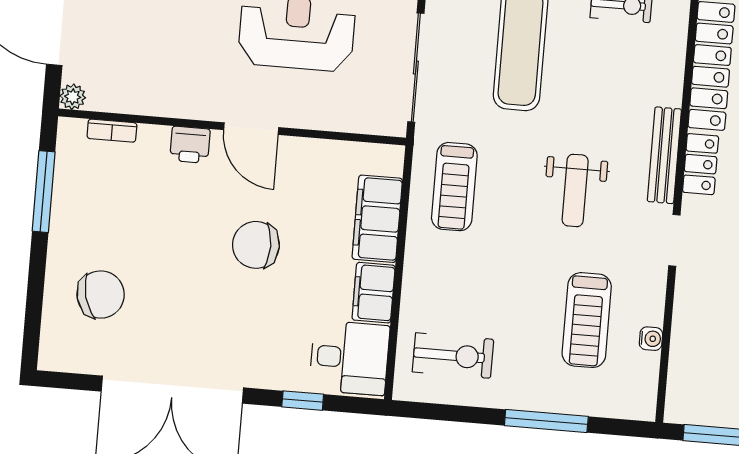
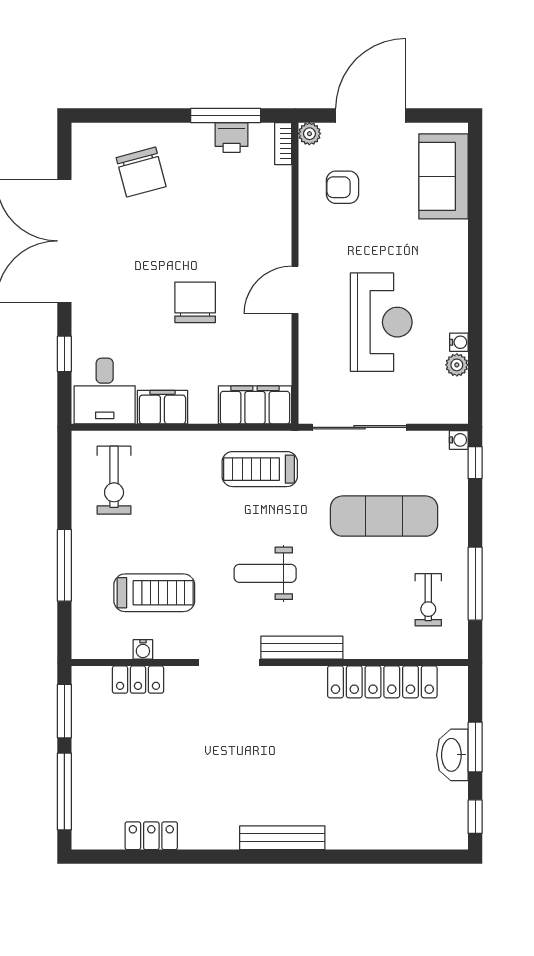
armchair: (138, 64) -> (342, 187), added
bookcase: (112, 131) -> (283, 144), moved
printer: (190, 145) -> (232, 137), moved, turned -90
locker: (701, 164) -> (138, 680), moved
filing cabinet: (377, 219) -> (255, 405), moved
doorway: (674, 240) -> (229, 663), width x1.38
treadmill: (587, 320) -> (154, 593), turned 180

